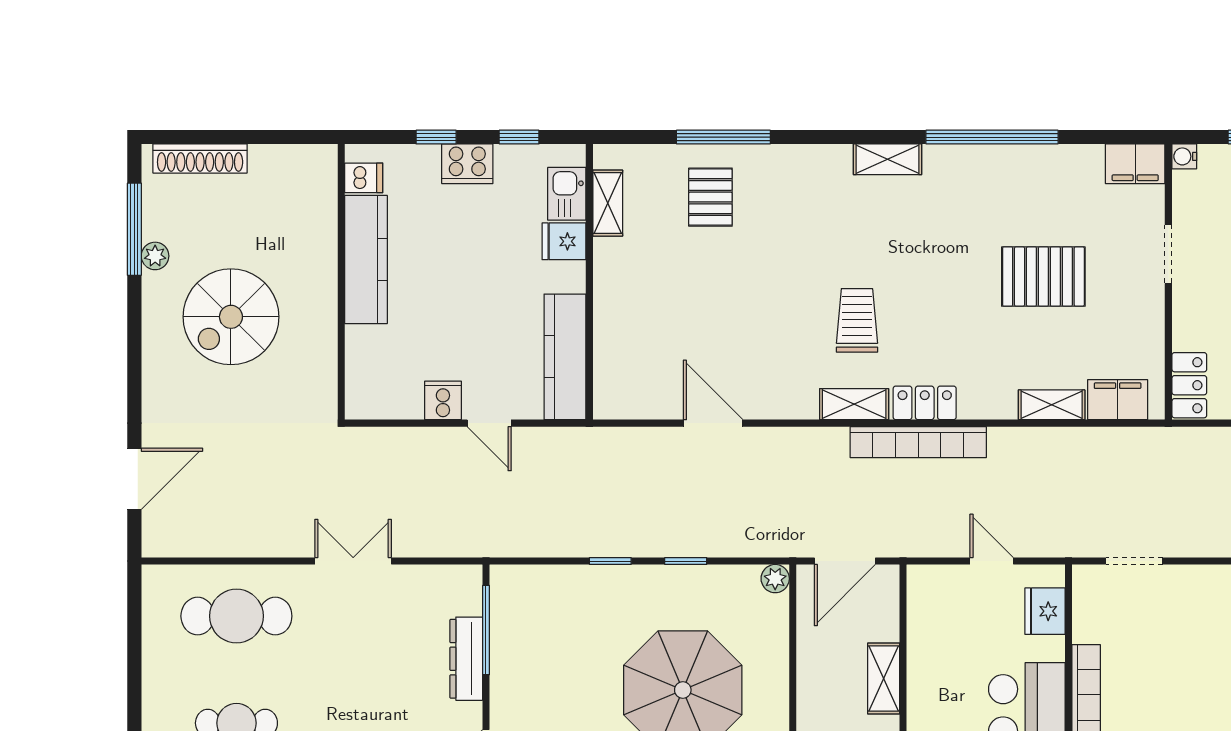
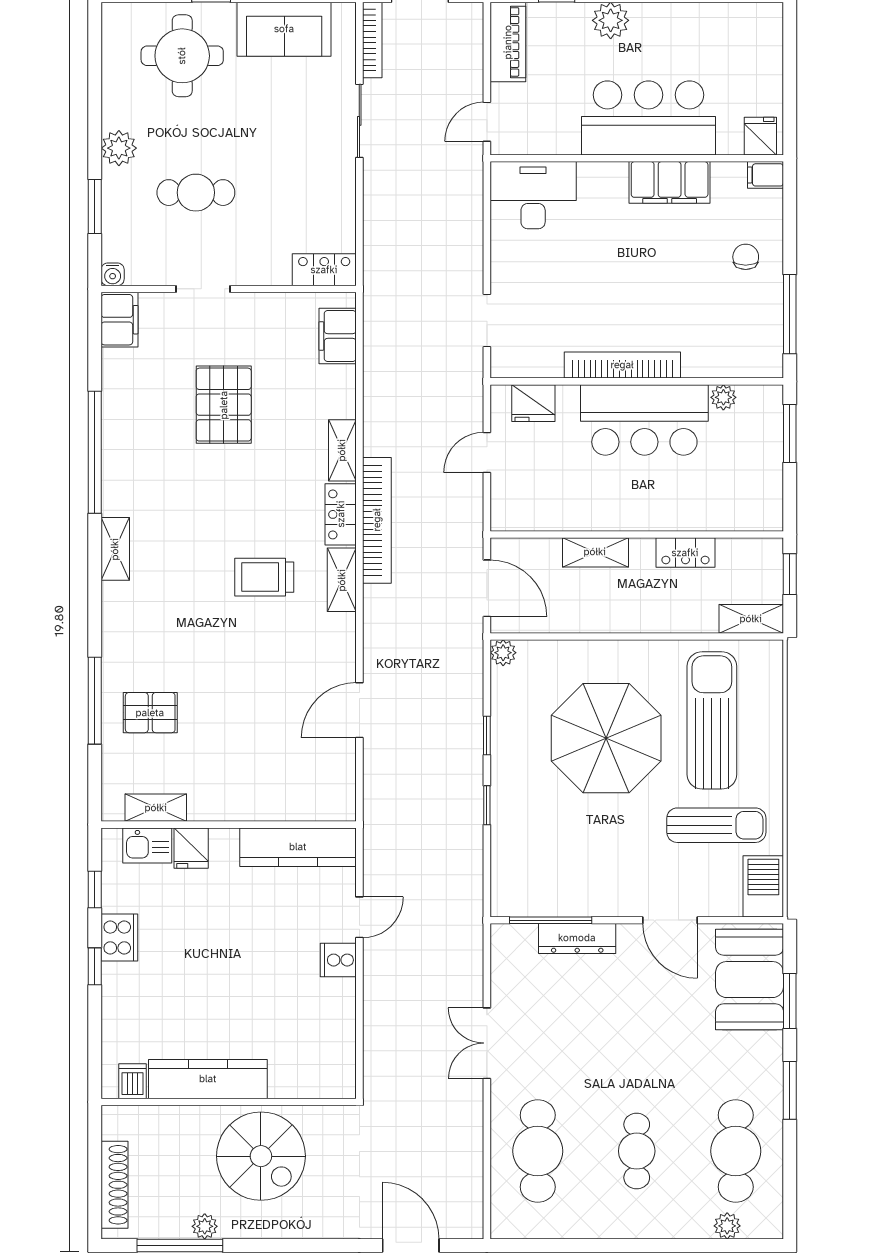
dishwasher: (364, 178) -> (132, 1081), moved
kitchen counter: (366, 259) -> (208, 1079), moved
wall: (341, 282) -> (229, 1102), moved
shelving: (1052, 405) -> (342, 450), moved

